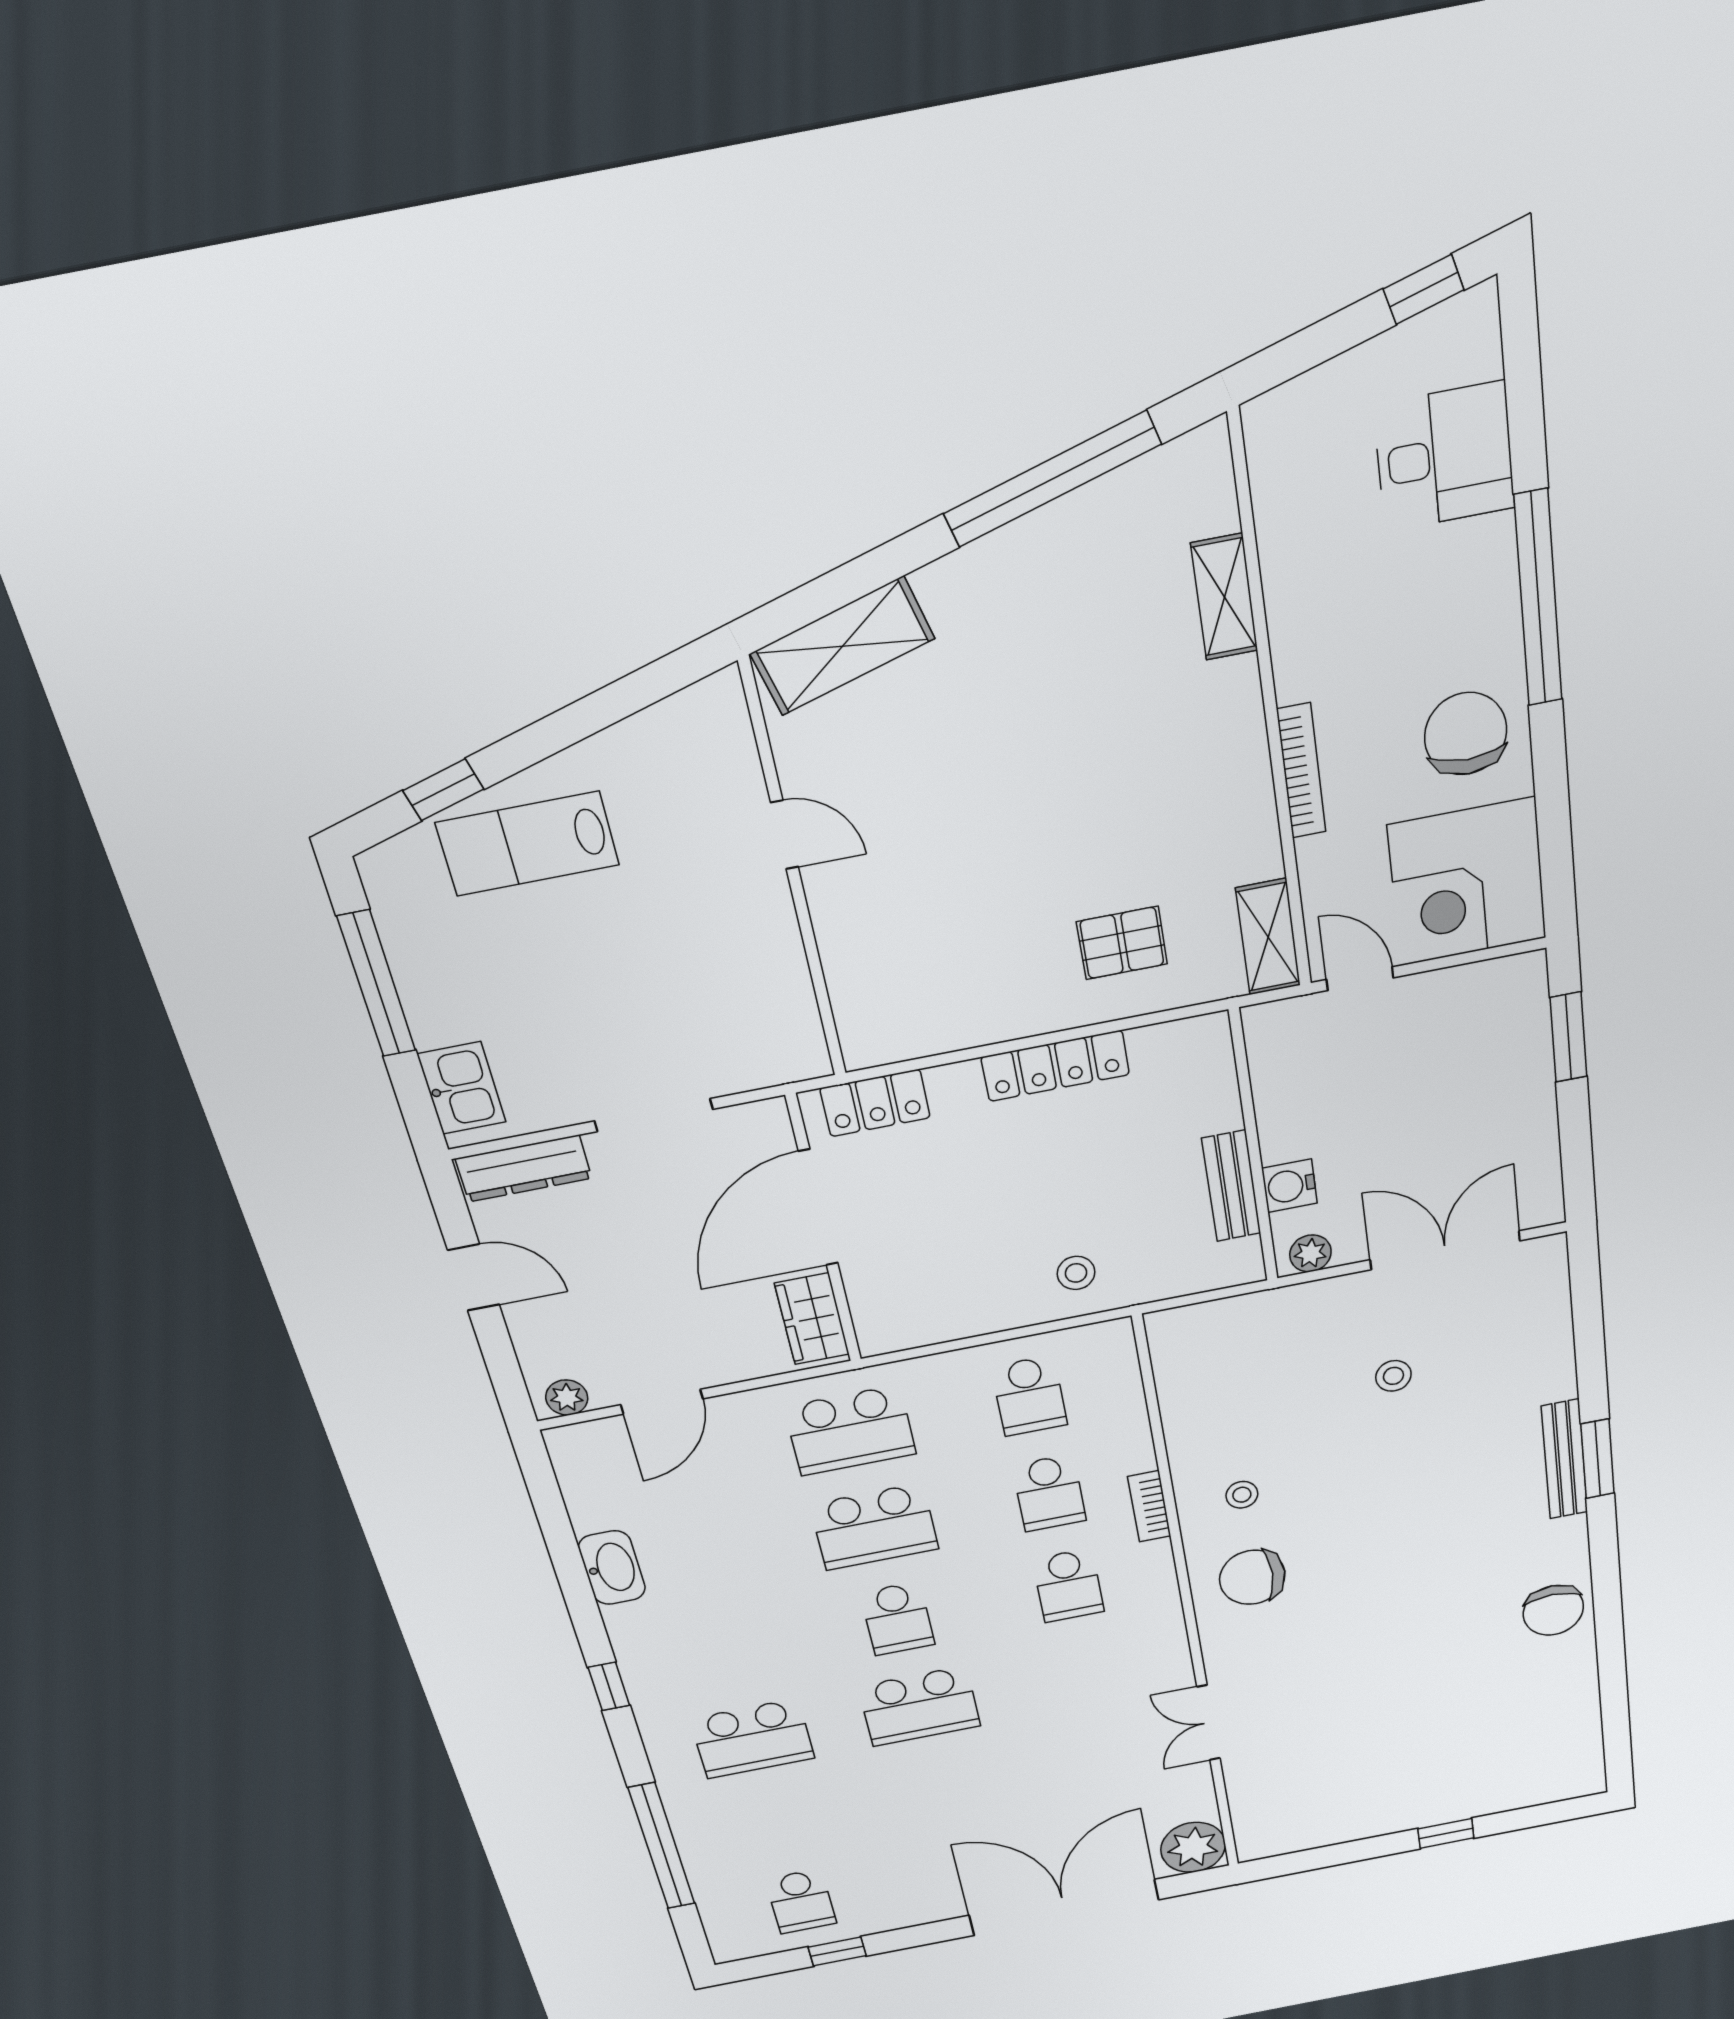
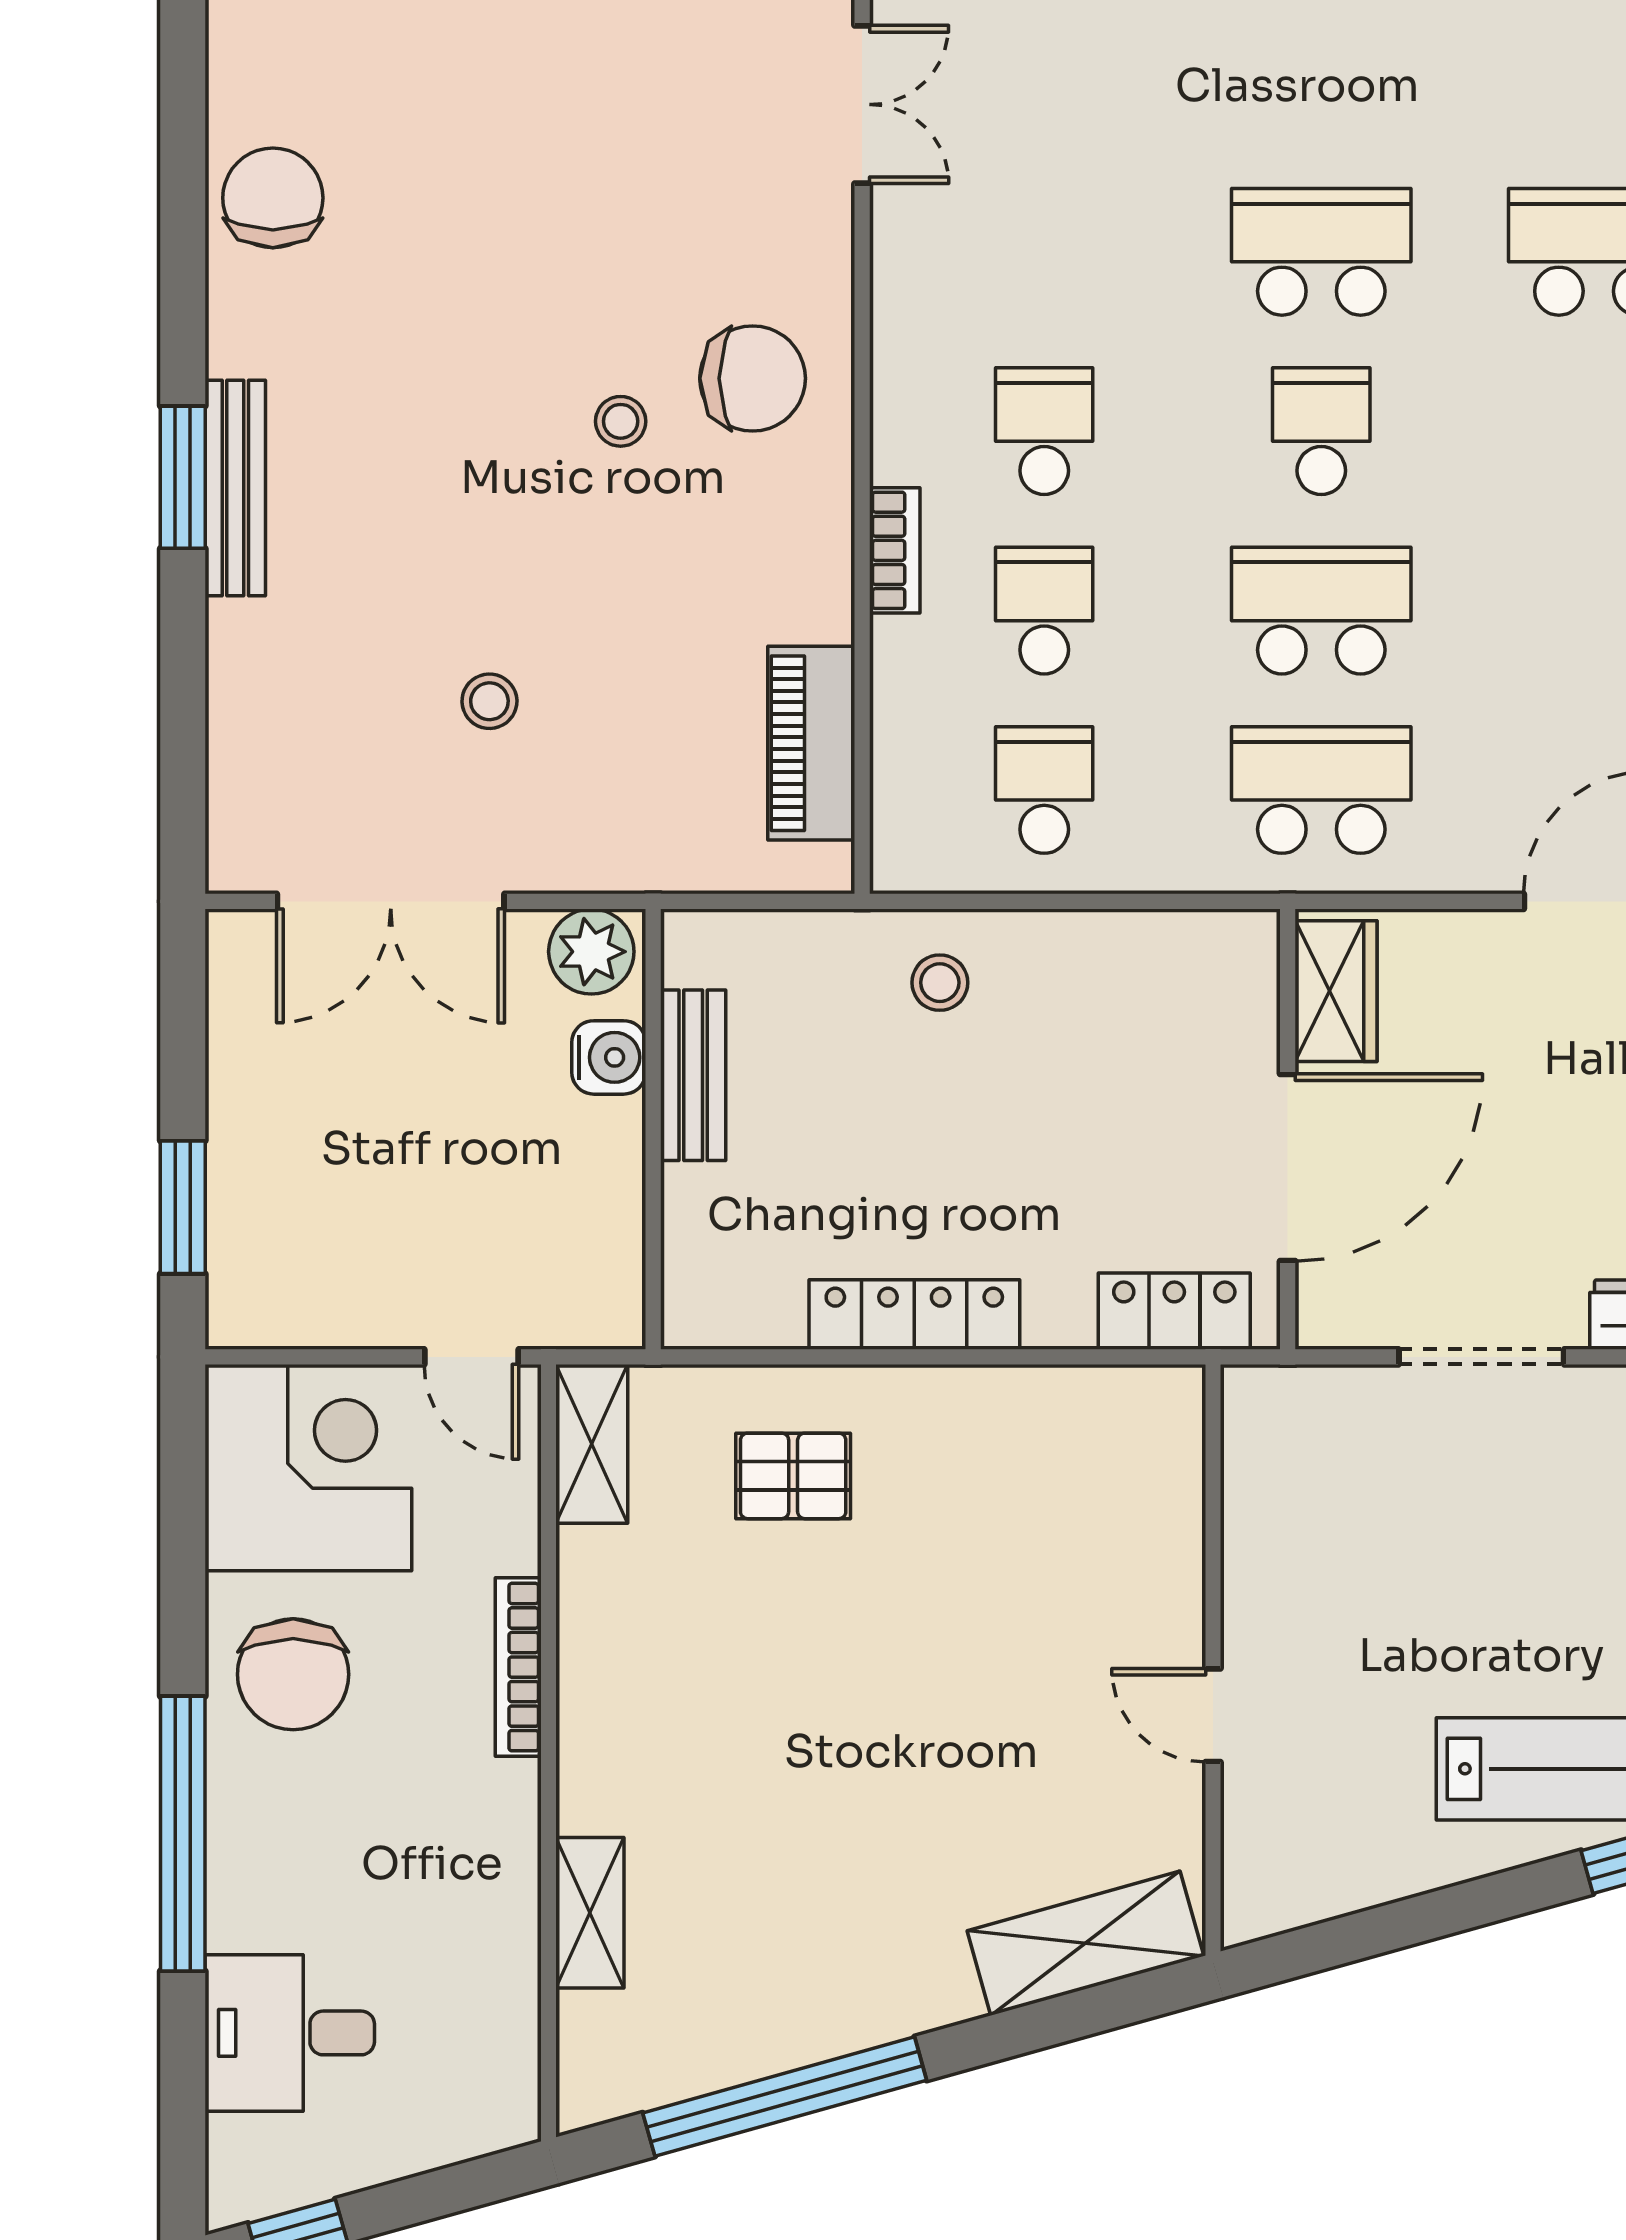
plant: (1310, 1253) -> (591, 952), width x1.38, depth x1.38
piano: (1184, 1393) -> (811, 743), added
stool: (1242, 1495) -> (621, 421), moved

